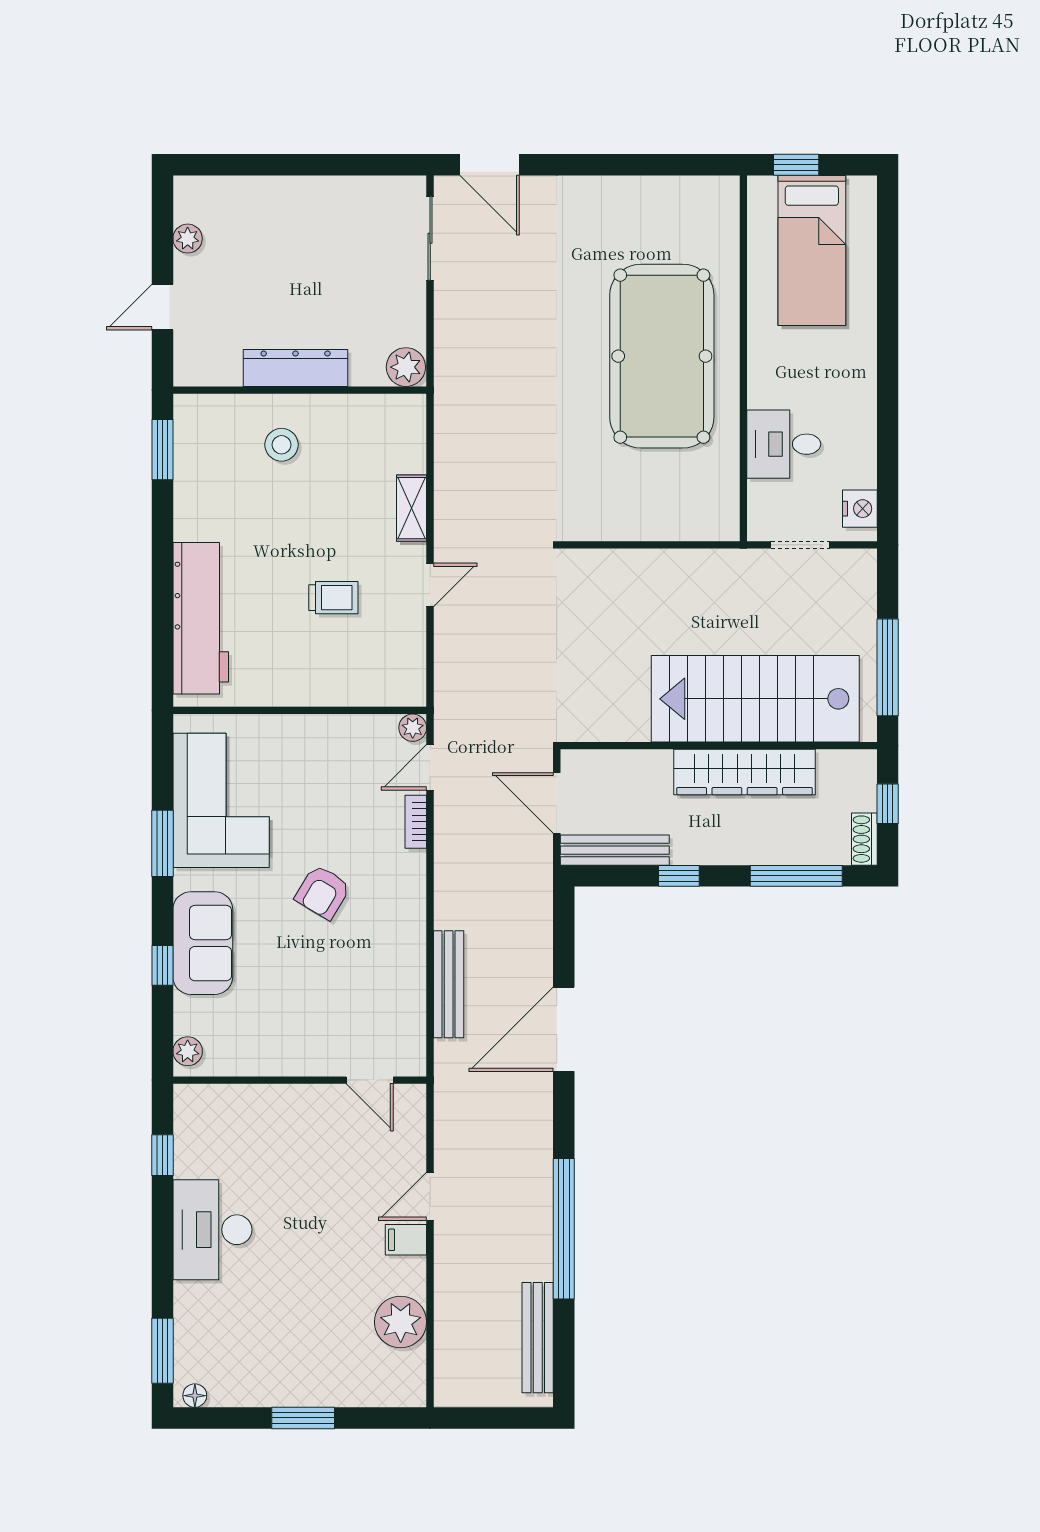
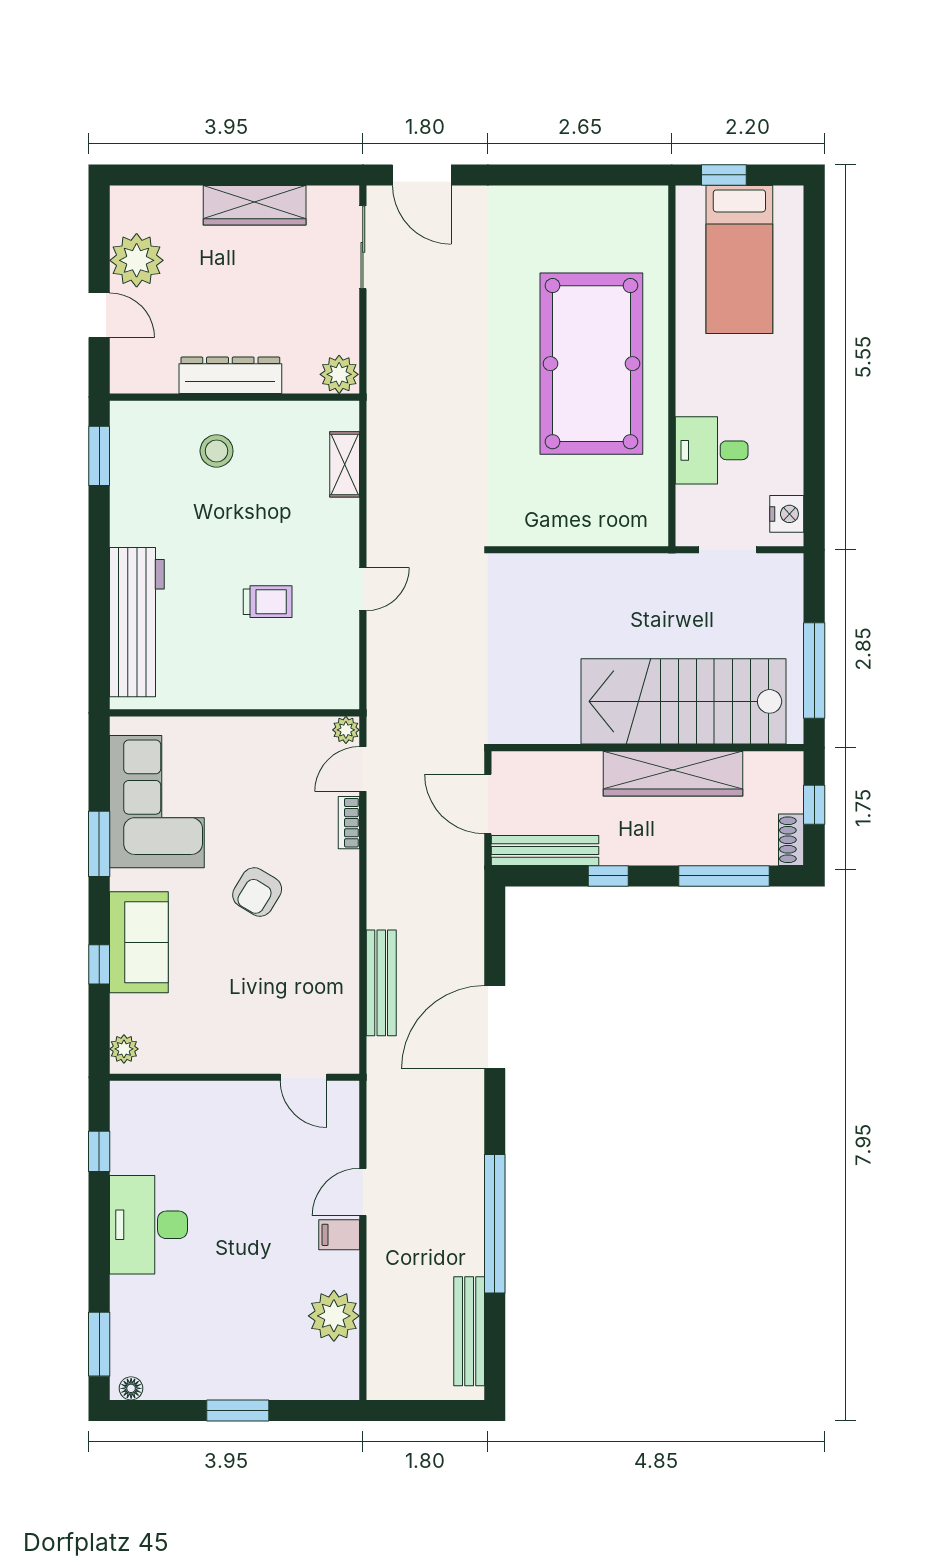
wardrobe: (320, 195) -> (255, 205), added
plant: (188, 239) -> (137, 260), width x1.87, depth x1.87
door: (162, 307) -> (99, 315), swing flipped
shelving: (412, 508) -> (345, 464), moved

